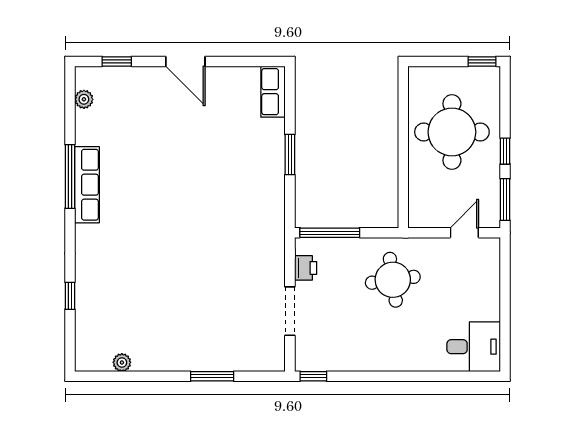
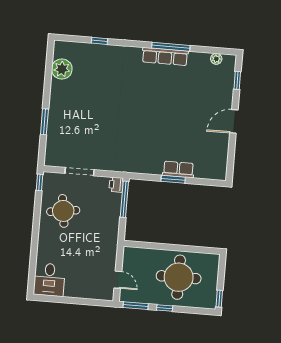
row of seats: (273, 92) -> (178, 170), moved
printer: (306, 268) -> (116, 185), moved, turned 90
round table: (393, 280) -> (63, 211), moved
plant: (122, 362) -> (62, 69), width x1.87, depth x1.87

